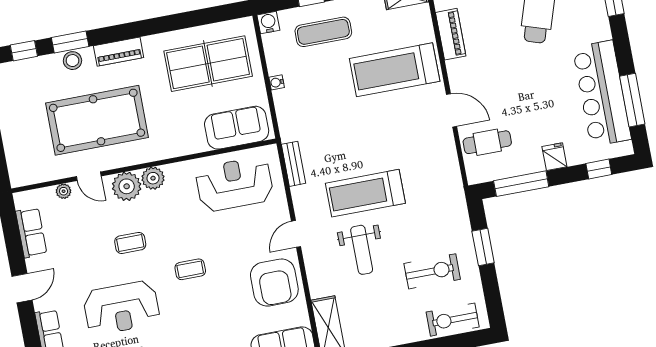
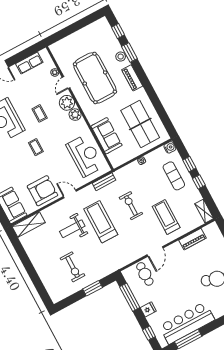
treadmill: (395, 70) -> (166, 217), width x0.73, depth x0.73
sofa: (237, 128) -> (106, 136), moved
armchair: (274, 283) -> (42, 191), turned 180
exercise bike: (453, 320) -> (131, 206), moved

